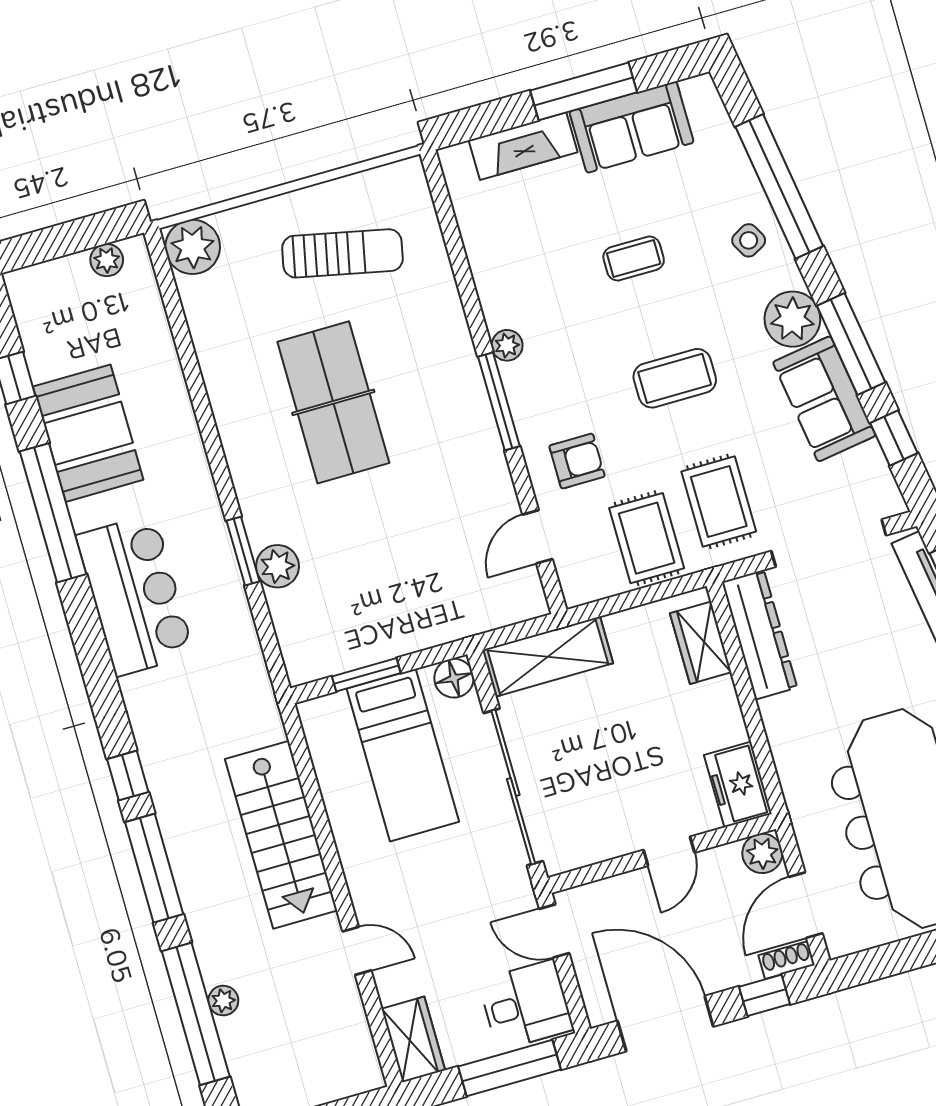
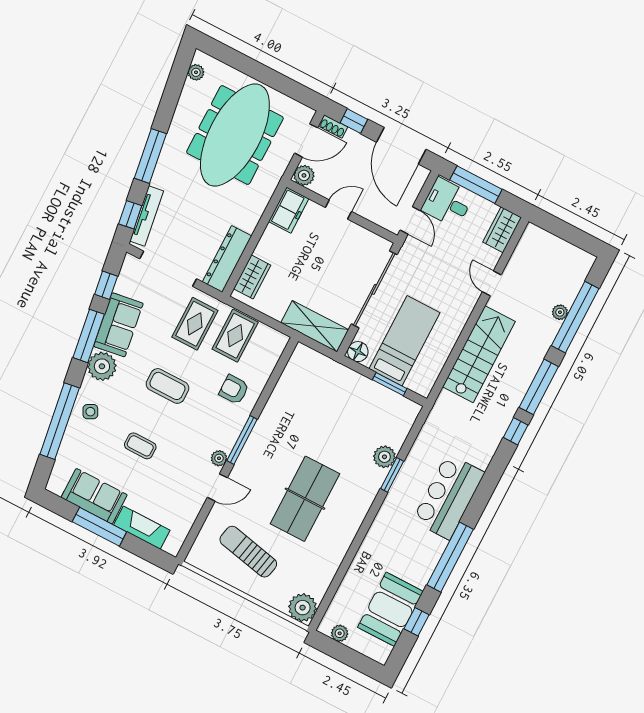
booth: (88, 433) -> (390, 609), moved
door: (538, 537) -> (217, 488), moved

